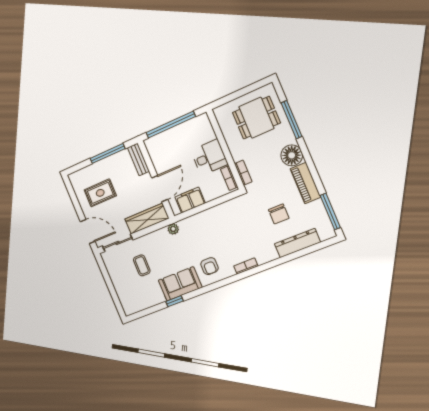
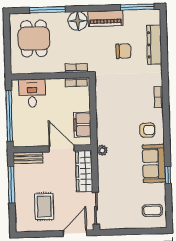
desk: (209, 157) -> (32, 93), moved
coffee table: (142, 265) -> (152, 210), moved

